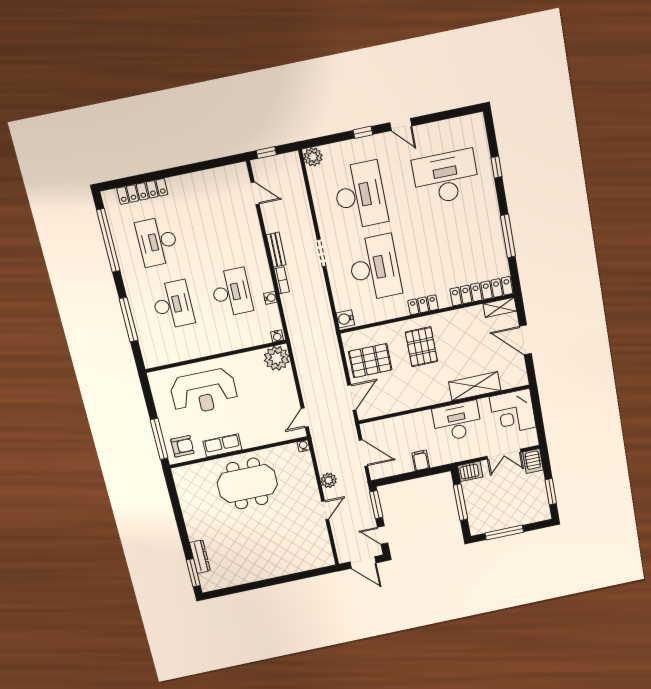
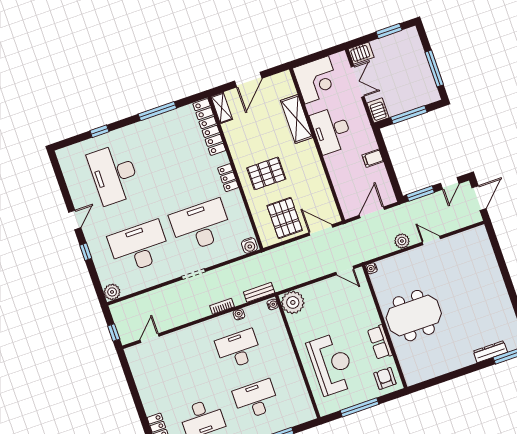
bench: (276, 250) -> (259, 292), moved
window: (159, 439) -> (359, 407), moved
meeting table: (247, 484) -> (414, 316), turned 90

